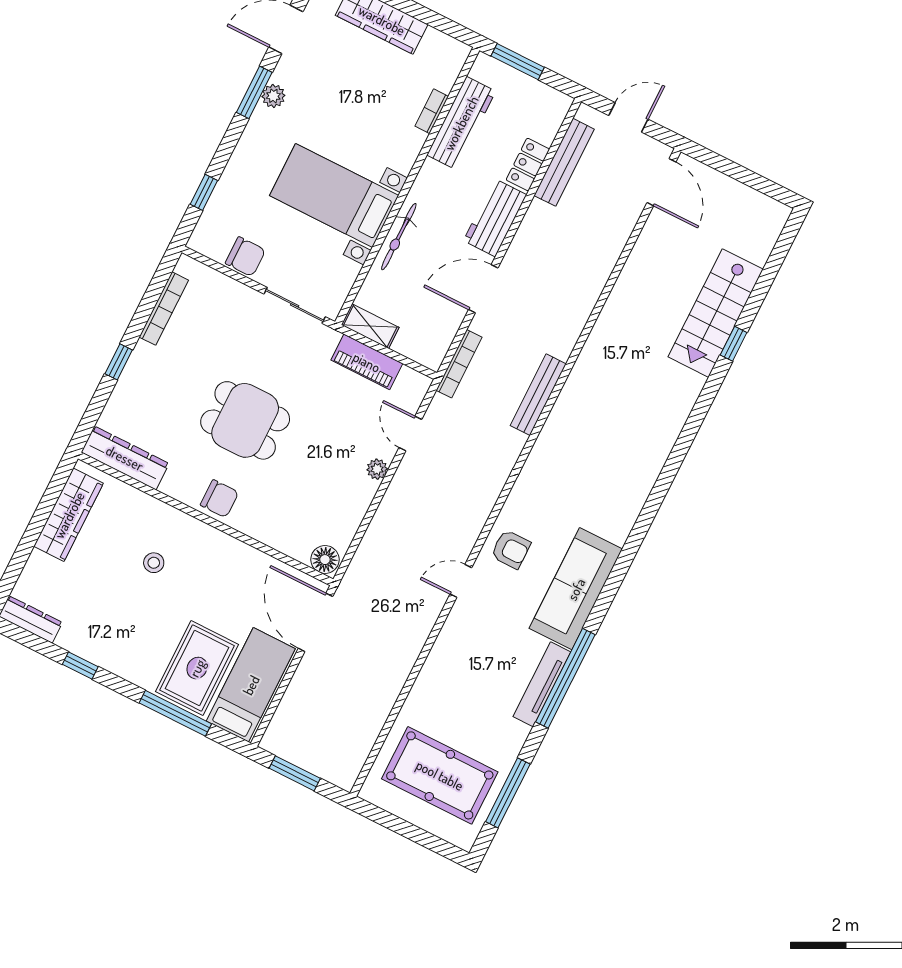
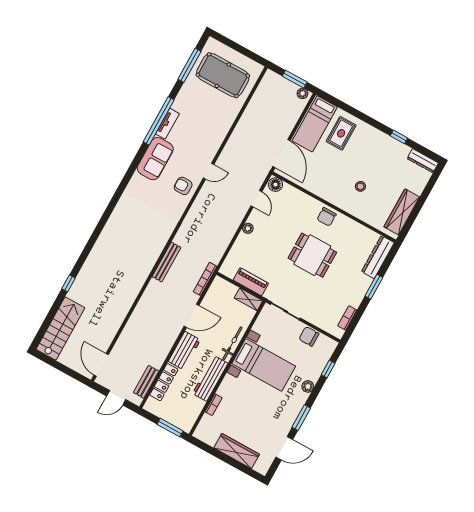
plant: (273, 96) -> (308, 386), moved
workbench: (461, 123) -> (210, 378), moved
bench: (564, 162) -> (146, 382), width x0.73
locker: (528, 164) -> (164, 382), width x1.53
bookcase: (164, 309) -> (347, 318), width x0.64
stairs: (716, 313) -> (60, 328), moved
window: (119, 362) -> (374, 287), width x1.50
door: (410, 434) -> (256, 199), moved
dresser: (125, 458) -> (378, 257), moved, turned 90
chair: (219, 499) -> (327, 217), turned -90
sofa: (576, 589) -> (155, 159), width x0.73
rug: (197, 668) -> (341, 133), width x0.73, depth x0.70
tv unit: (542, 684) -> (167, 124), width x0.71
window: (175, 713) -> (353, 111), removed
plant: (278, 745) -> (303, 93), added

